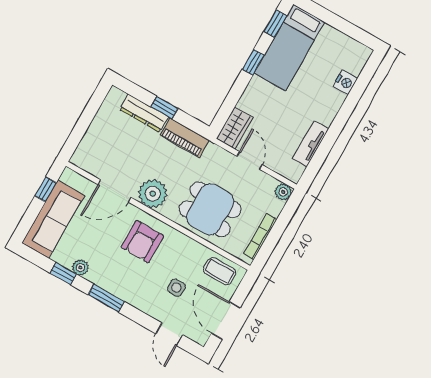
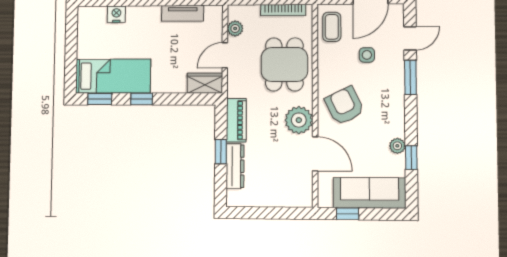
plant: (283, 192) -> (235, 28), moved
armchair: (142, 242) -> (344, 106), turned -116
window: (106, 298) -> (410, 77), moved

